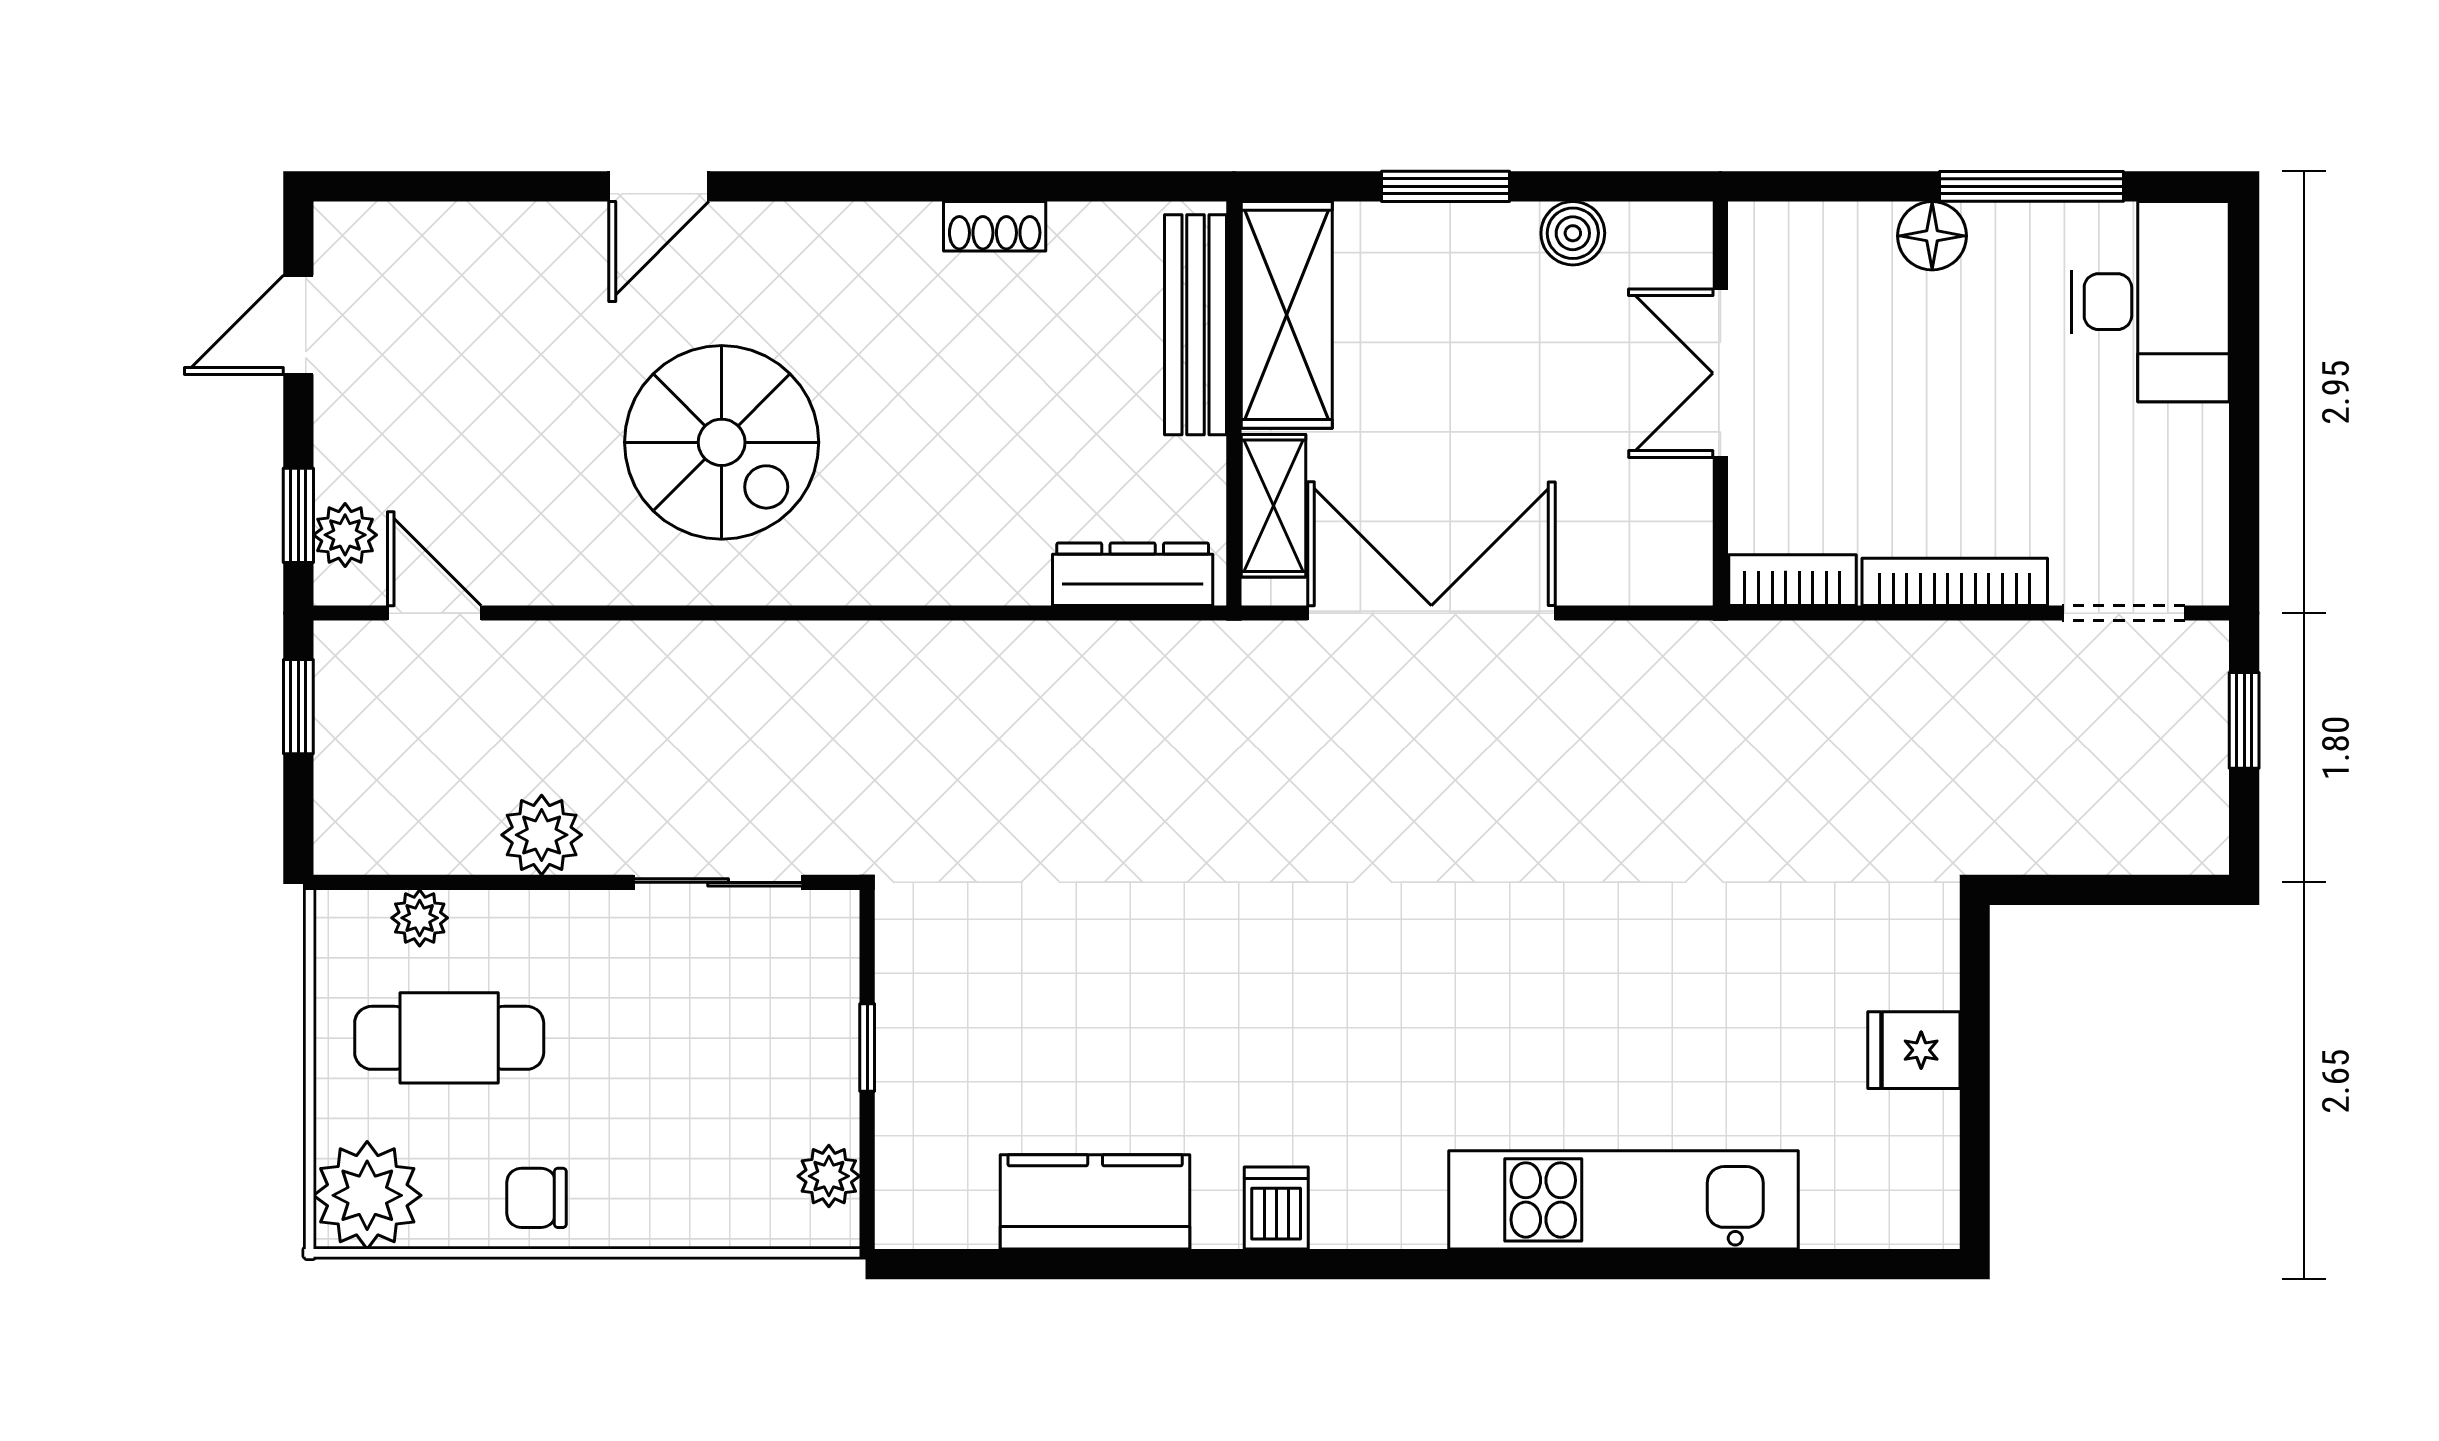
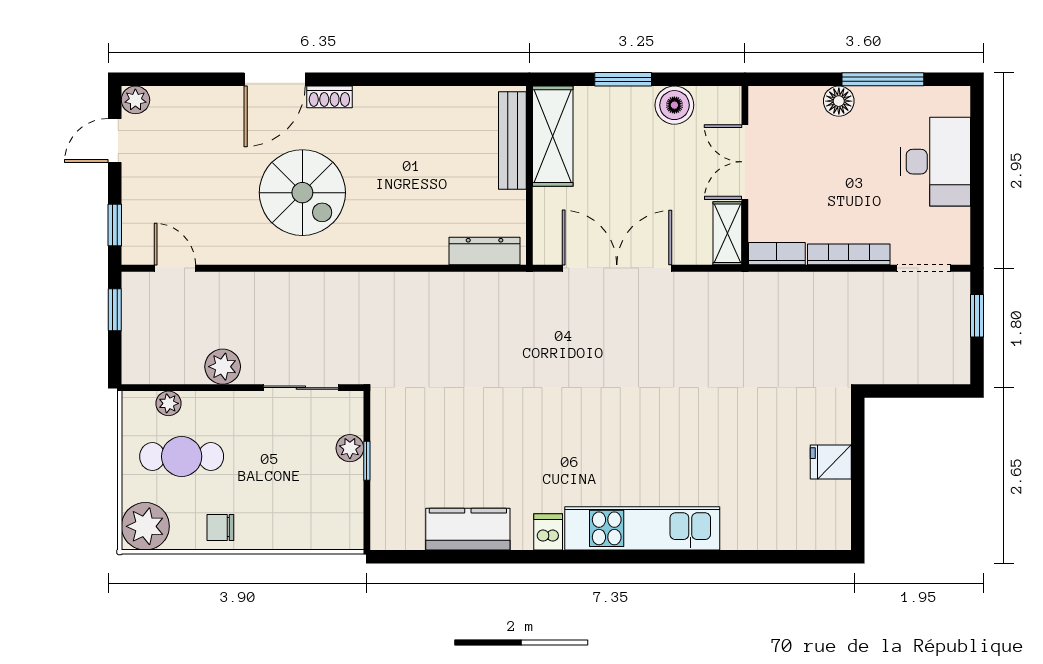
door: (659, 186) -> (275, 79), width x1.38
shoe rack: (995, 226) -> (329, 97), moved
boiler: (1573, 233) -> (674, 105), width x1.36, depth x1.36
desk: (2150, 302) -> (936, 162), moved
shelving: (1273, 506) -> (727, 233), moved
plant: (345, 535) -> (135, 100), moved
plant: (829, 1176) -> (350, 448), moved
kitchen unit: (1624, 1200) -> (642, 528), moved

